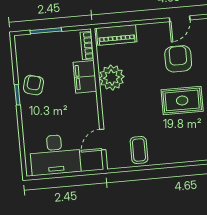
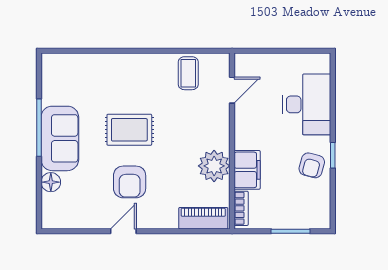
desk: (55, 155) -> (307, 104), moved, turned 90

